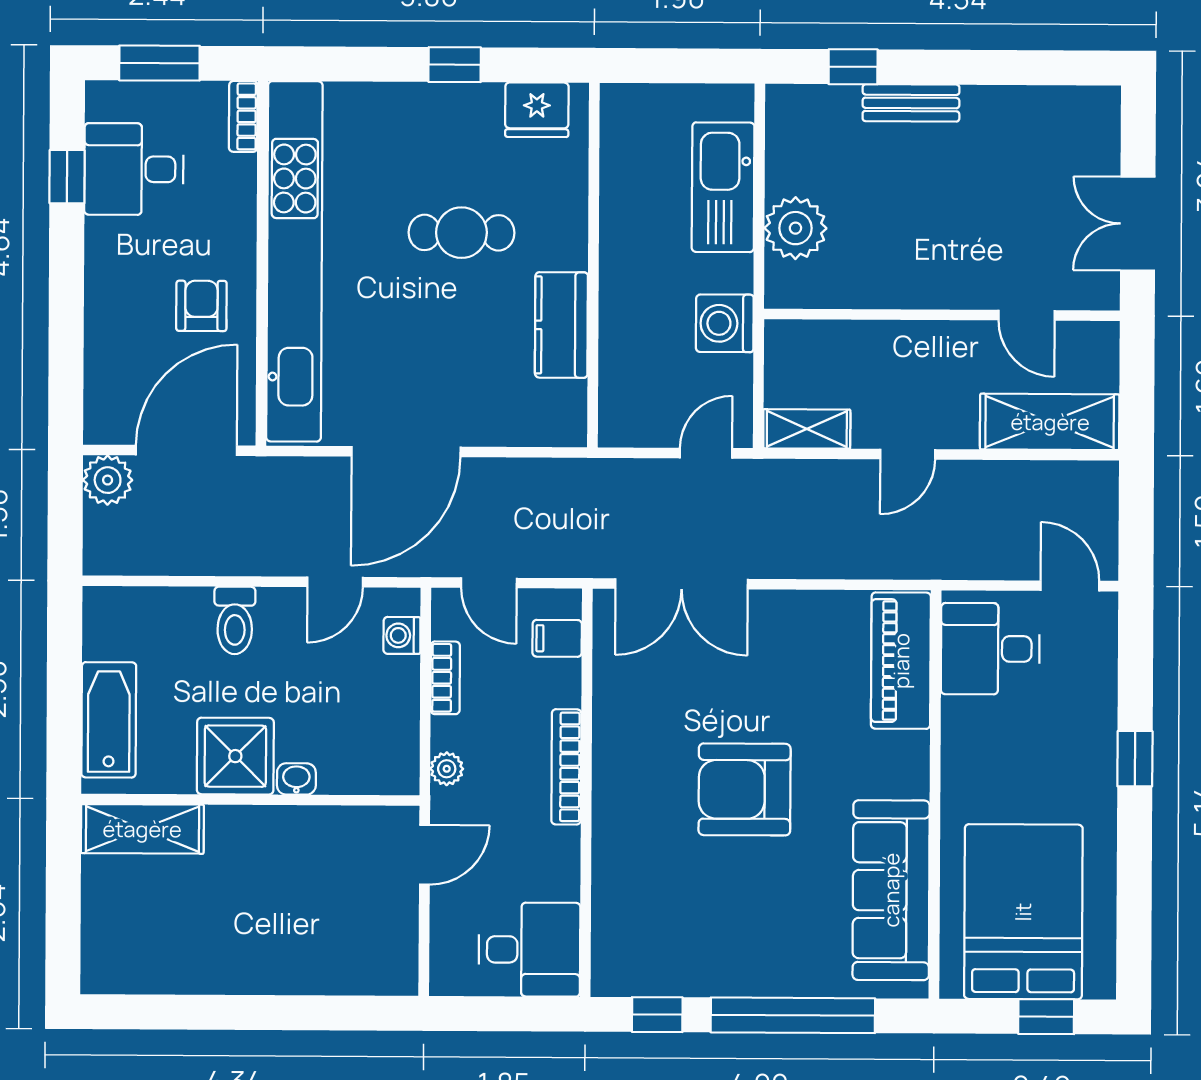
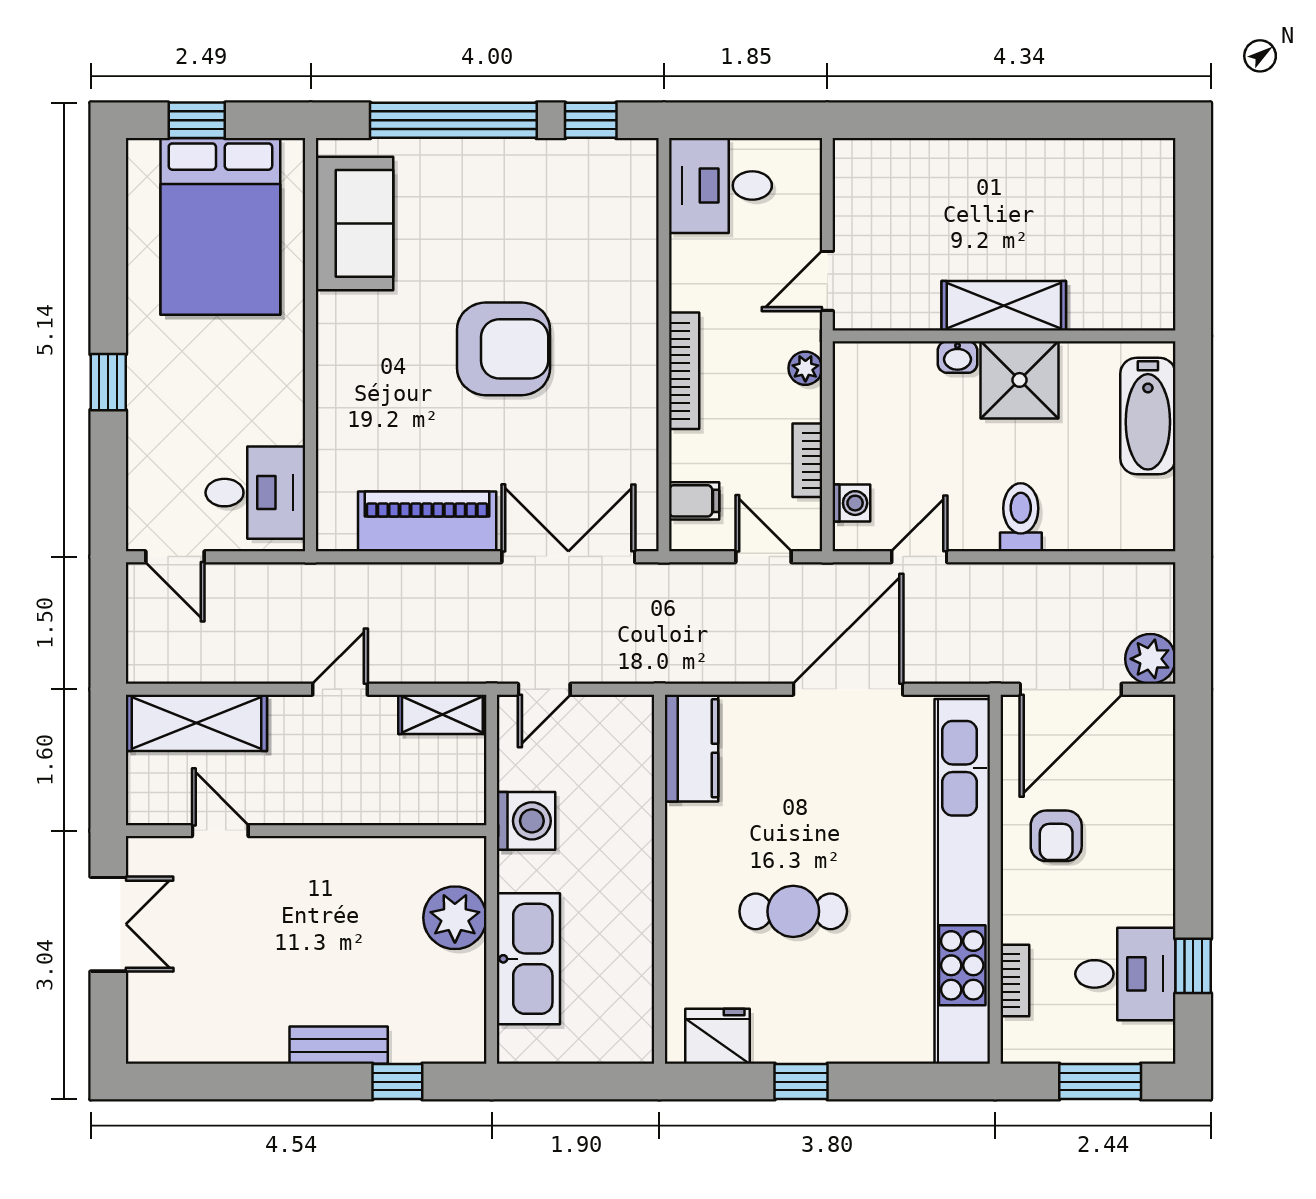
bookcase: (243, 116) -> (1015, 980), moved
kitchen counter: (561, 325) -> (691, 748), moved
piano: (901, 661) -> (427, 521), moved, turned -90
shelving: (142, 829) -> (1004, 306), moved
sofa: (891, 890) -> (354, 223), width x0.73

